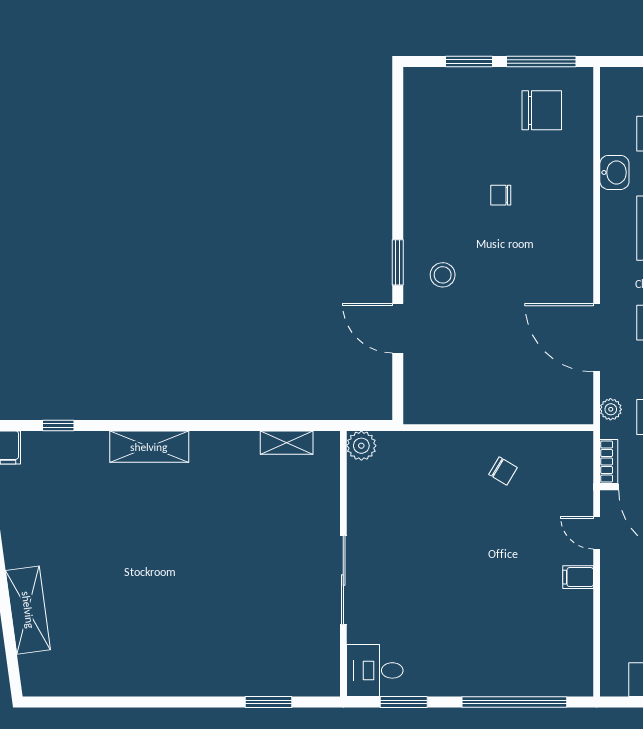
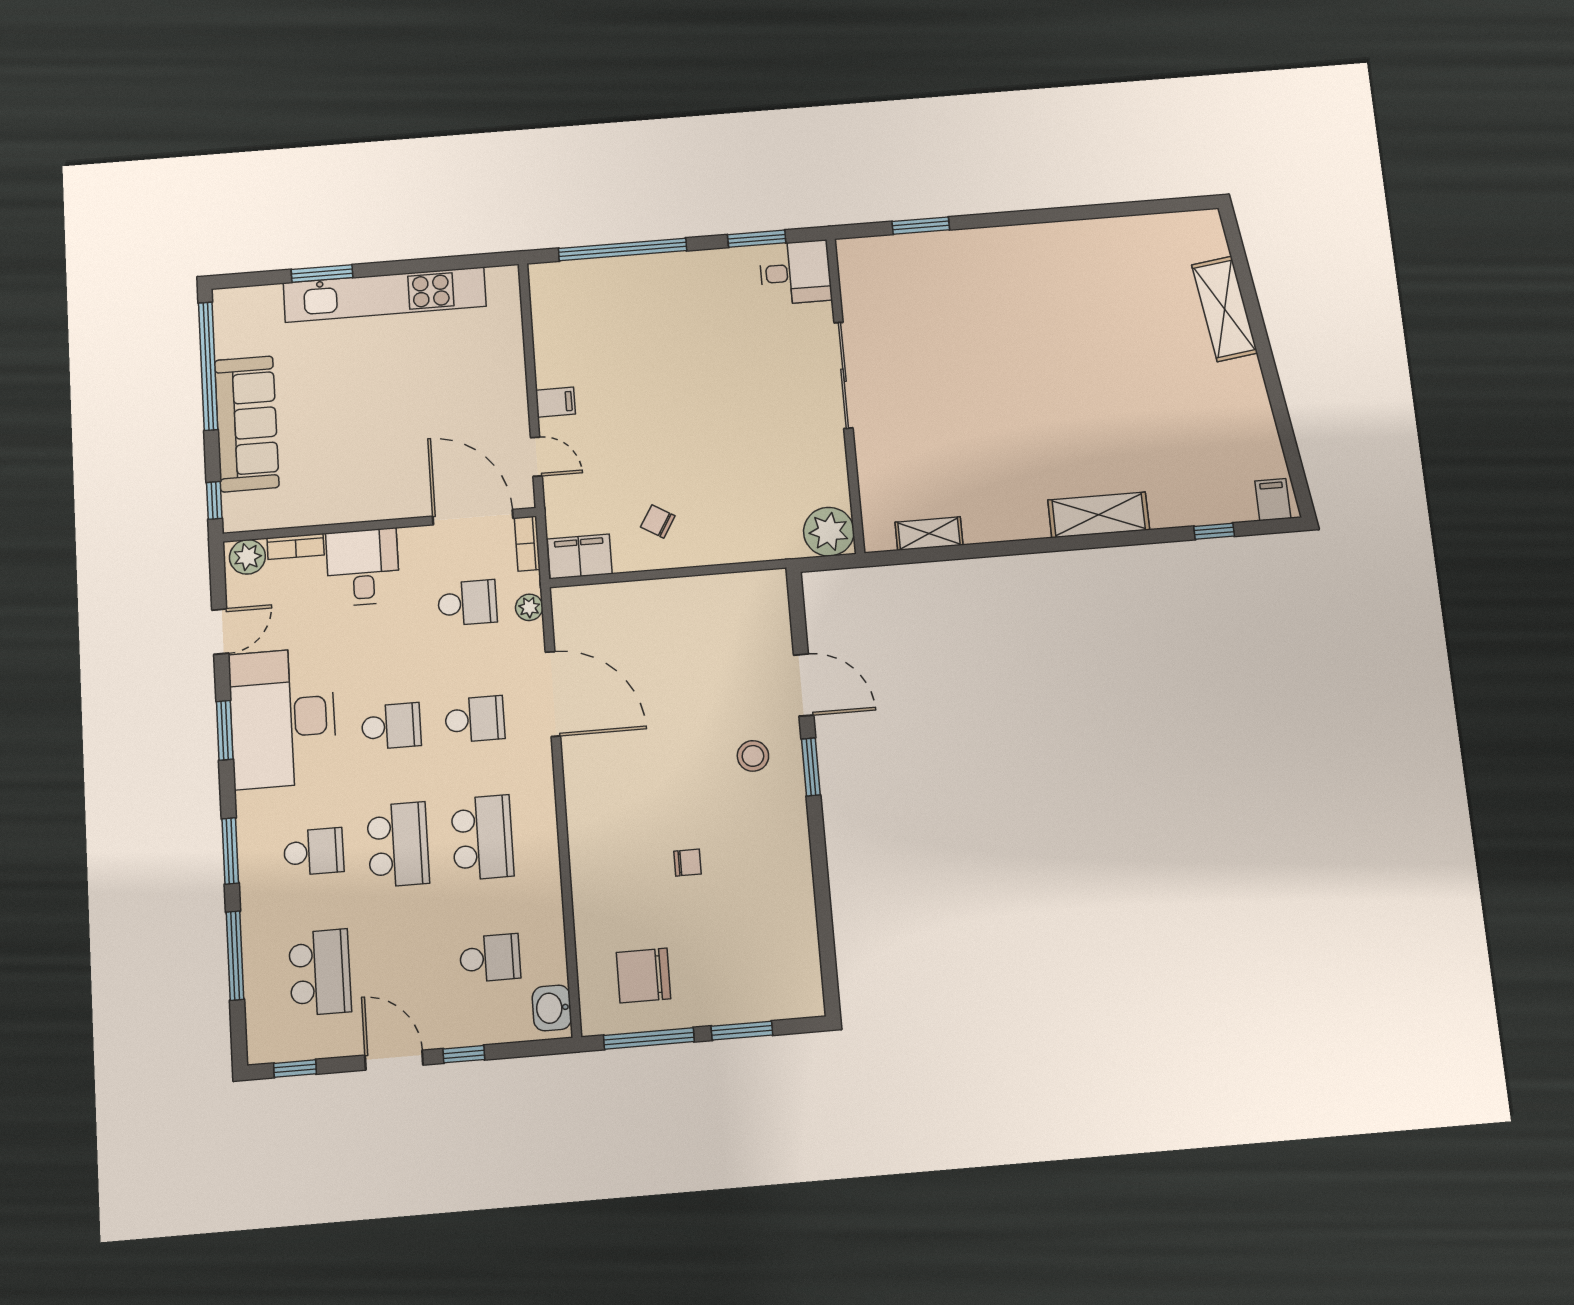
washbasin: (614, 172) -> (552, 1008), moved
plant: (361, 446) -> (829, 532), width x1.36, depth x1.36
filing cabinet: (568, 447) -> (580, 556), added

